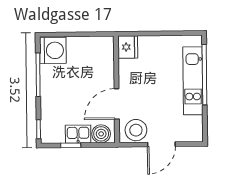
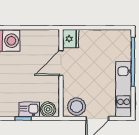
kitchen unit: (193, 81) -> (124, 89), moved
door: (117, 104) -> (61, 63), moved

